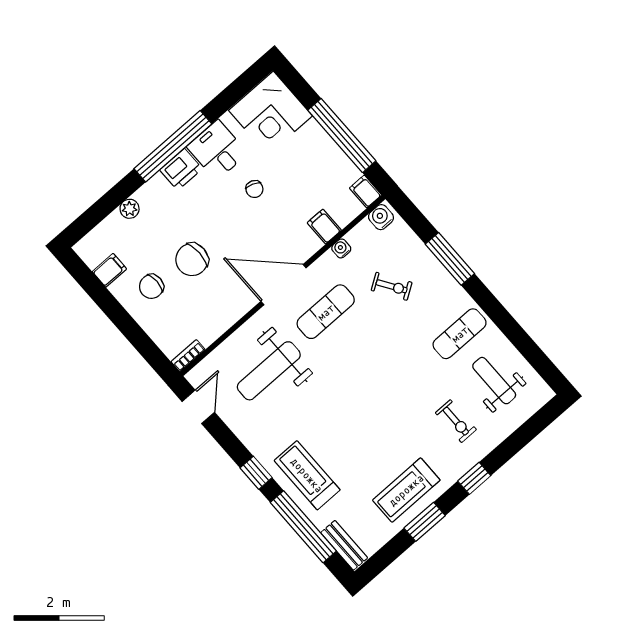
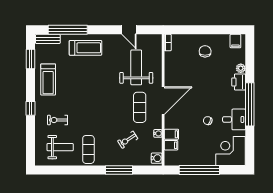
printer: (181, 169) -> (239, 82), moved
filing cabinet: (366, 191) -> (171, 145), moved
chair: (192, 260) -> (202, 75), removed
filing cabinet: (109, 270) -> (235, 41), moved
door: (198, 407) -> (129, 30), moved
window: (256, 473) -> (103, 30), removed
treadmill: (406, 490) -> (48, 80), turned 180
window: (425, 522) -> (30, 59), moved

